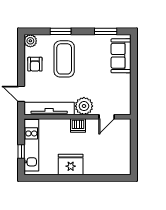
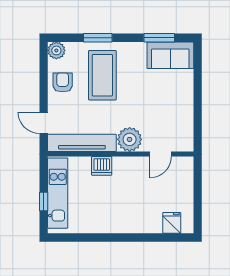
sofa: (121, 56) -> (170, 55), moved, turned -90
armchair: (35, 64) -> (63, 82), turned 180
dishwasher: (78, 125) -> (102, 166), moved
fridge: (71, 165) -> (172, 223), moved, width x0.53, depth x0.75

